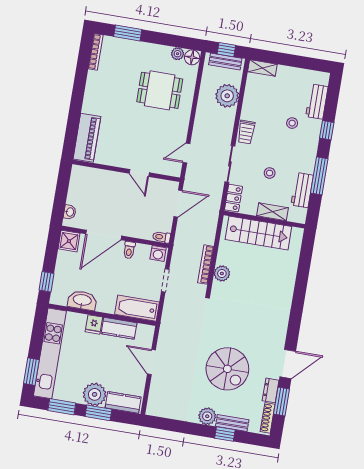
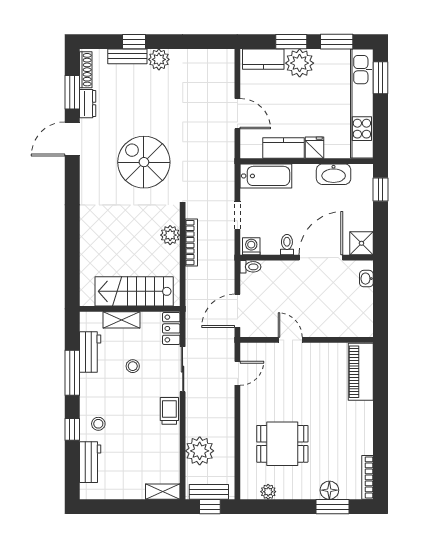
floor lamp: (192, 57) -> (329, 490), moved
stool: (292, 123) -> (98, 424), moved
spiral stairs: (227, 369) -> (144, 162), moved

